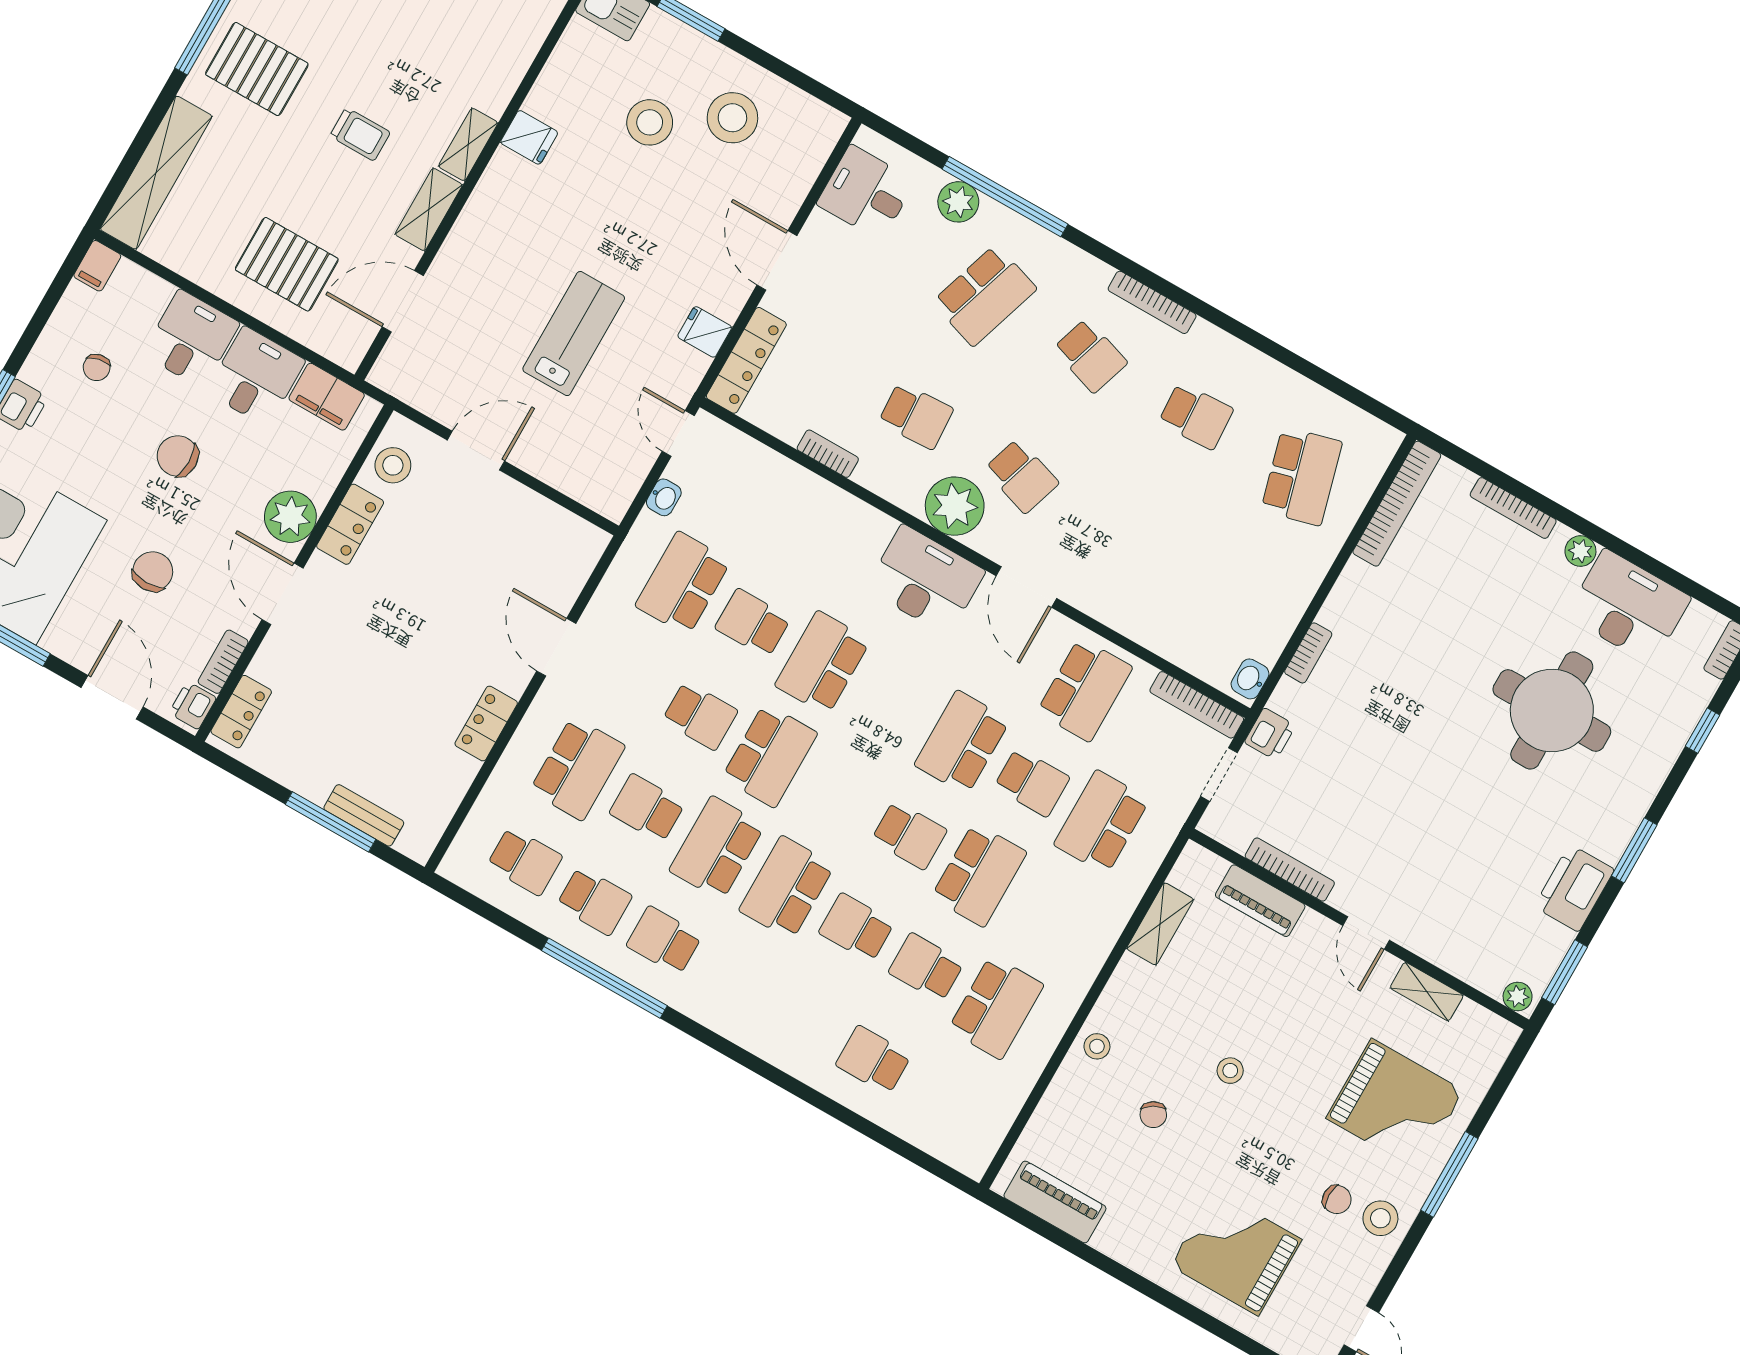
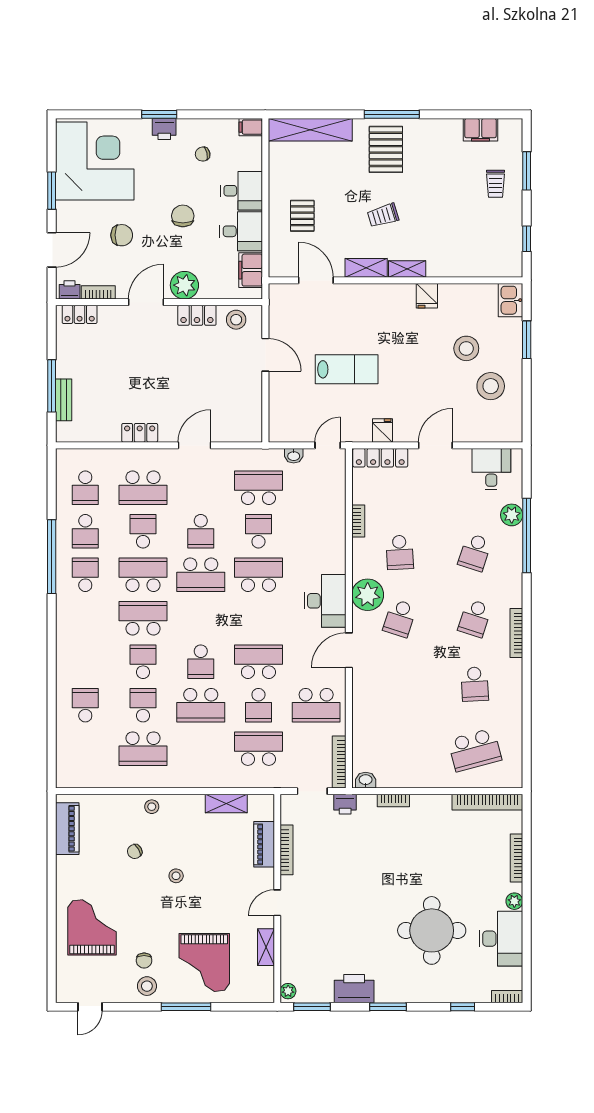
trolley: (360, 134) -> (383, 215), turned 73
pallet: (287, 264) -> (302, 216), width x0.67, depth x0.71
school desk: (985, 295) -> (475, 552), width x0.54

